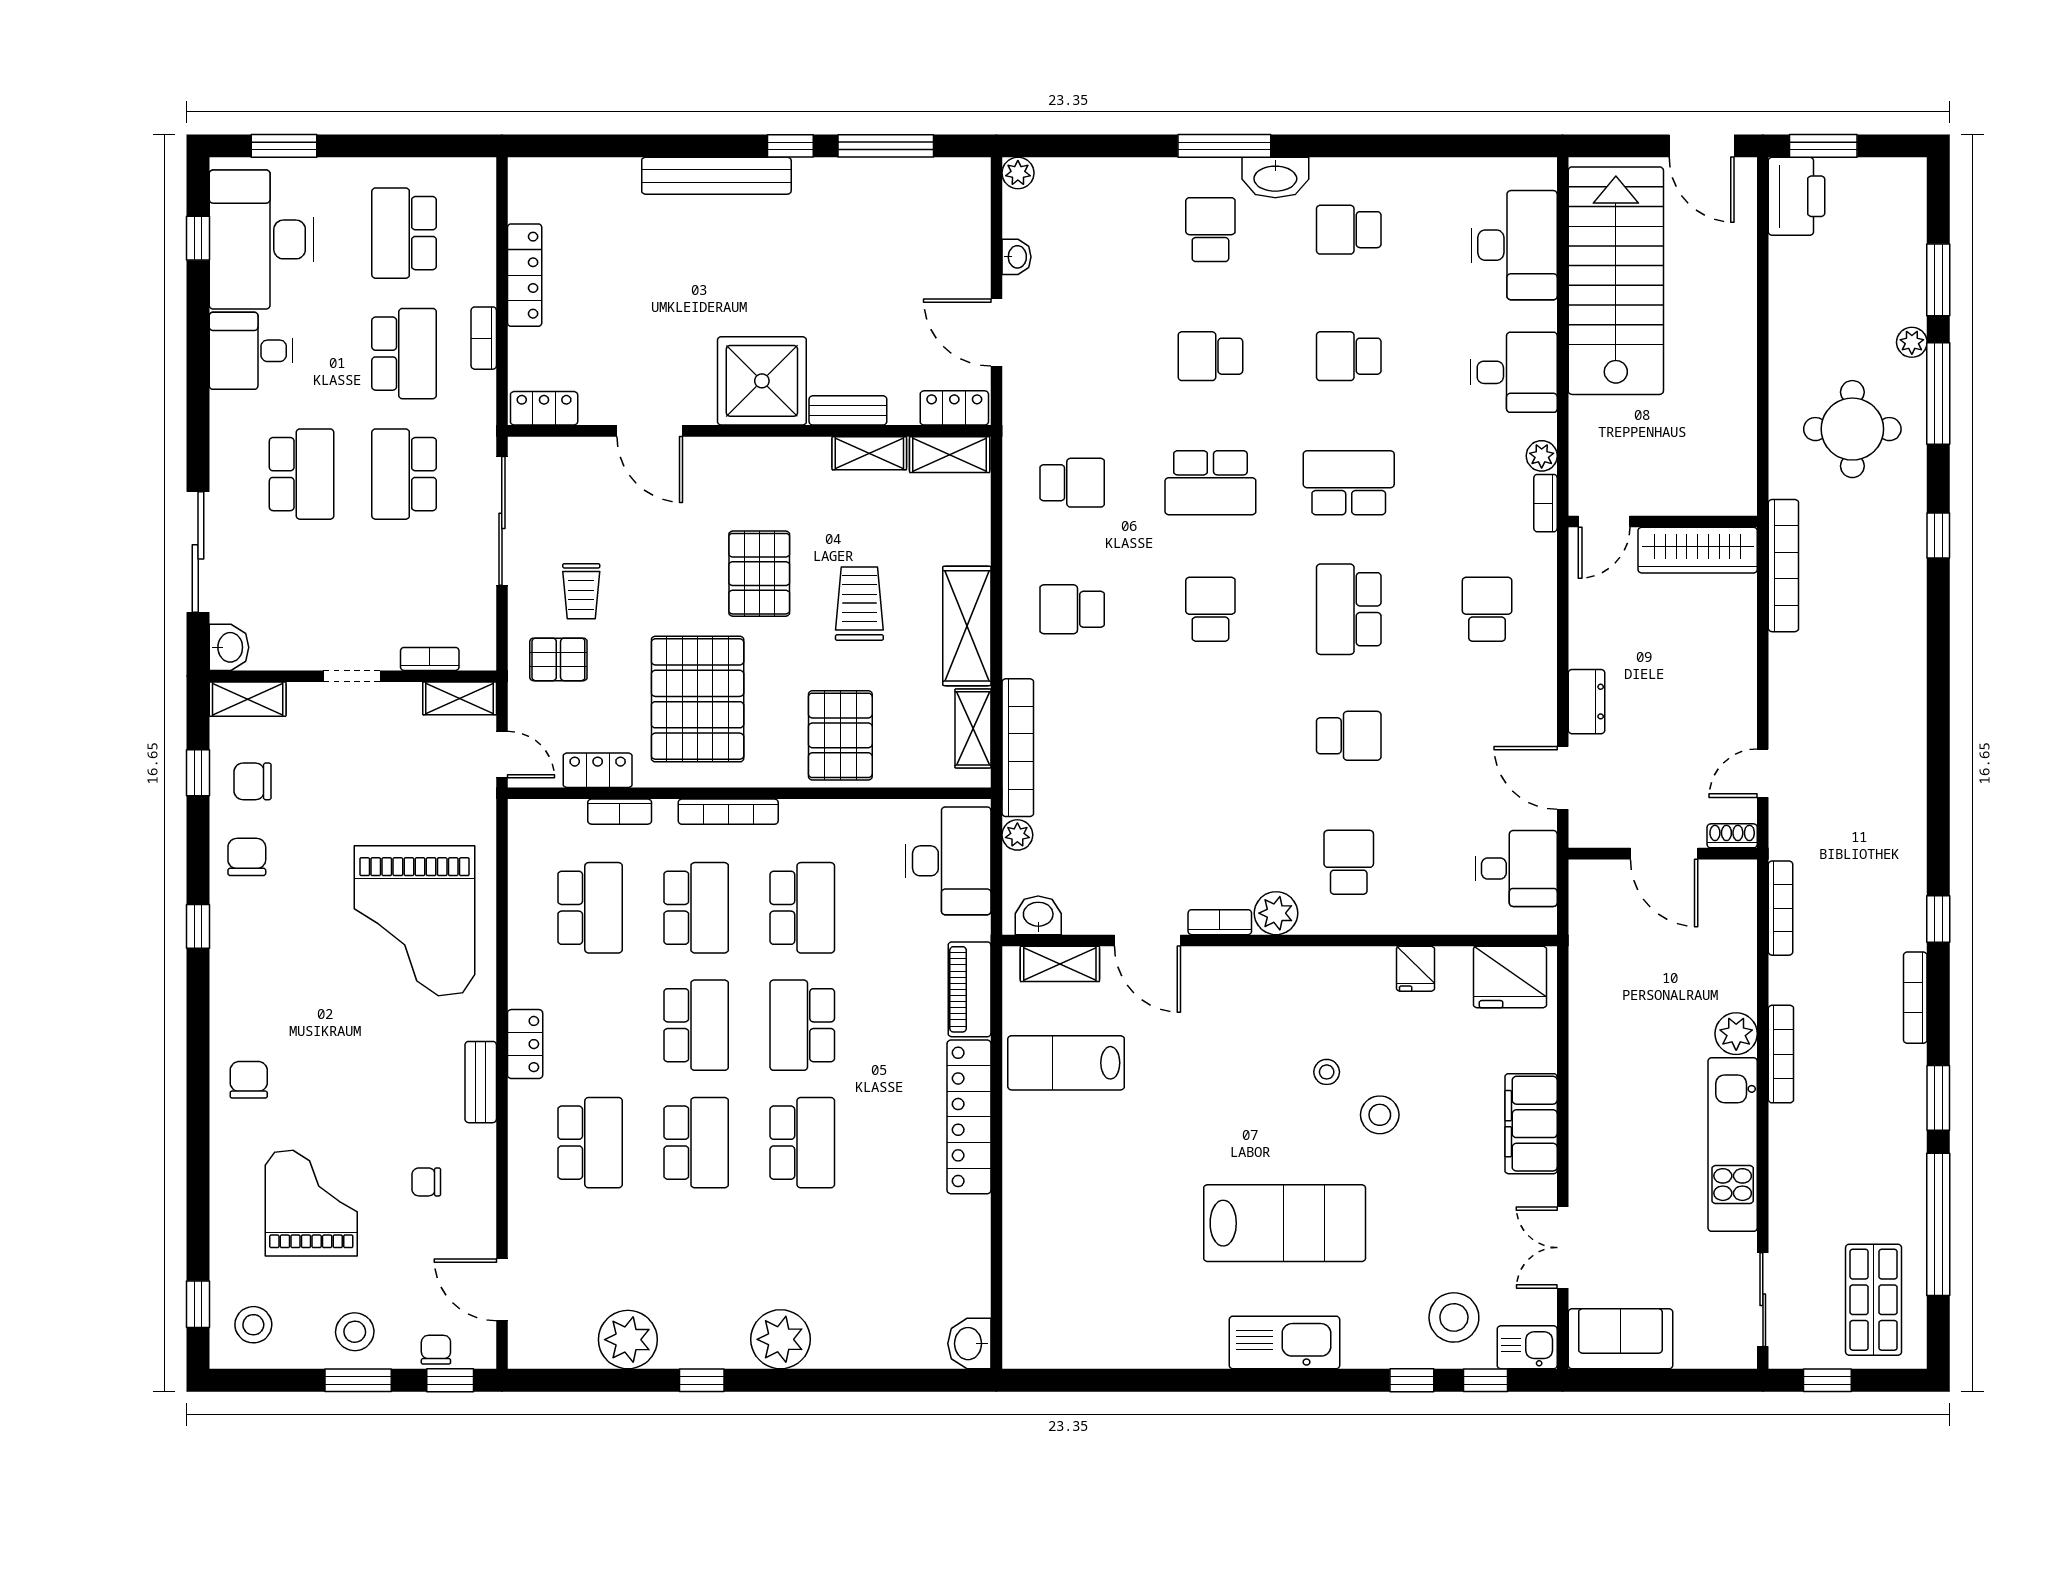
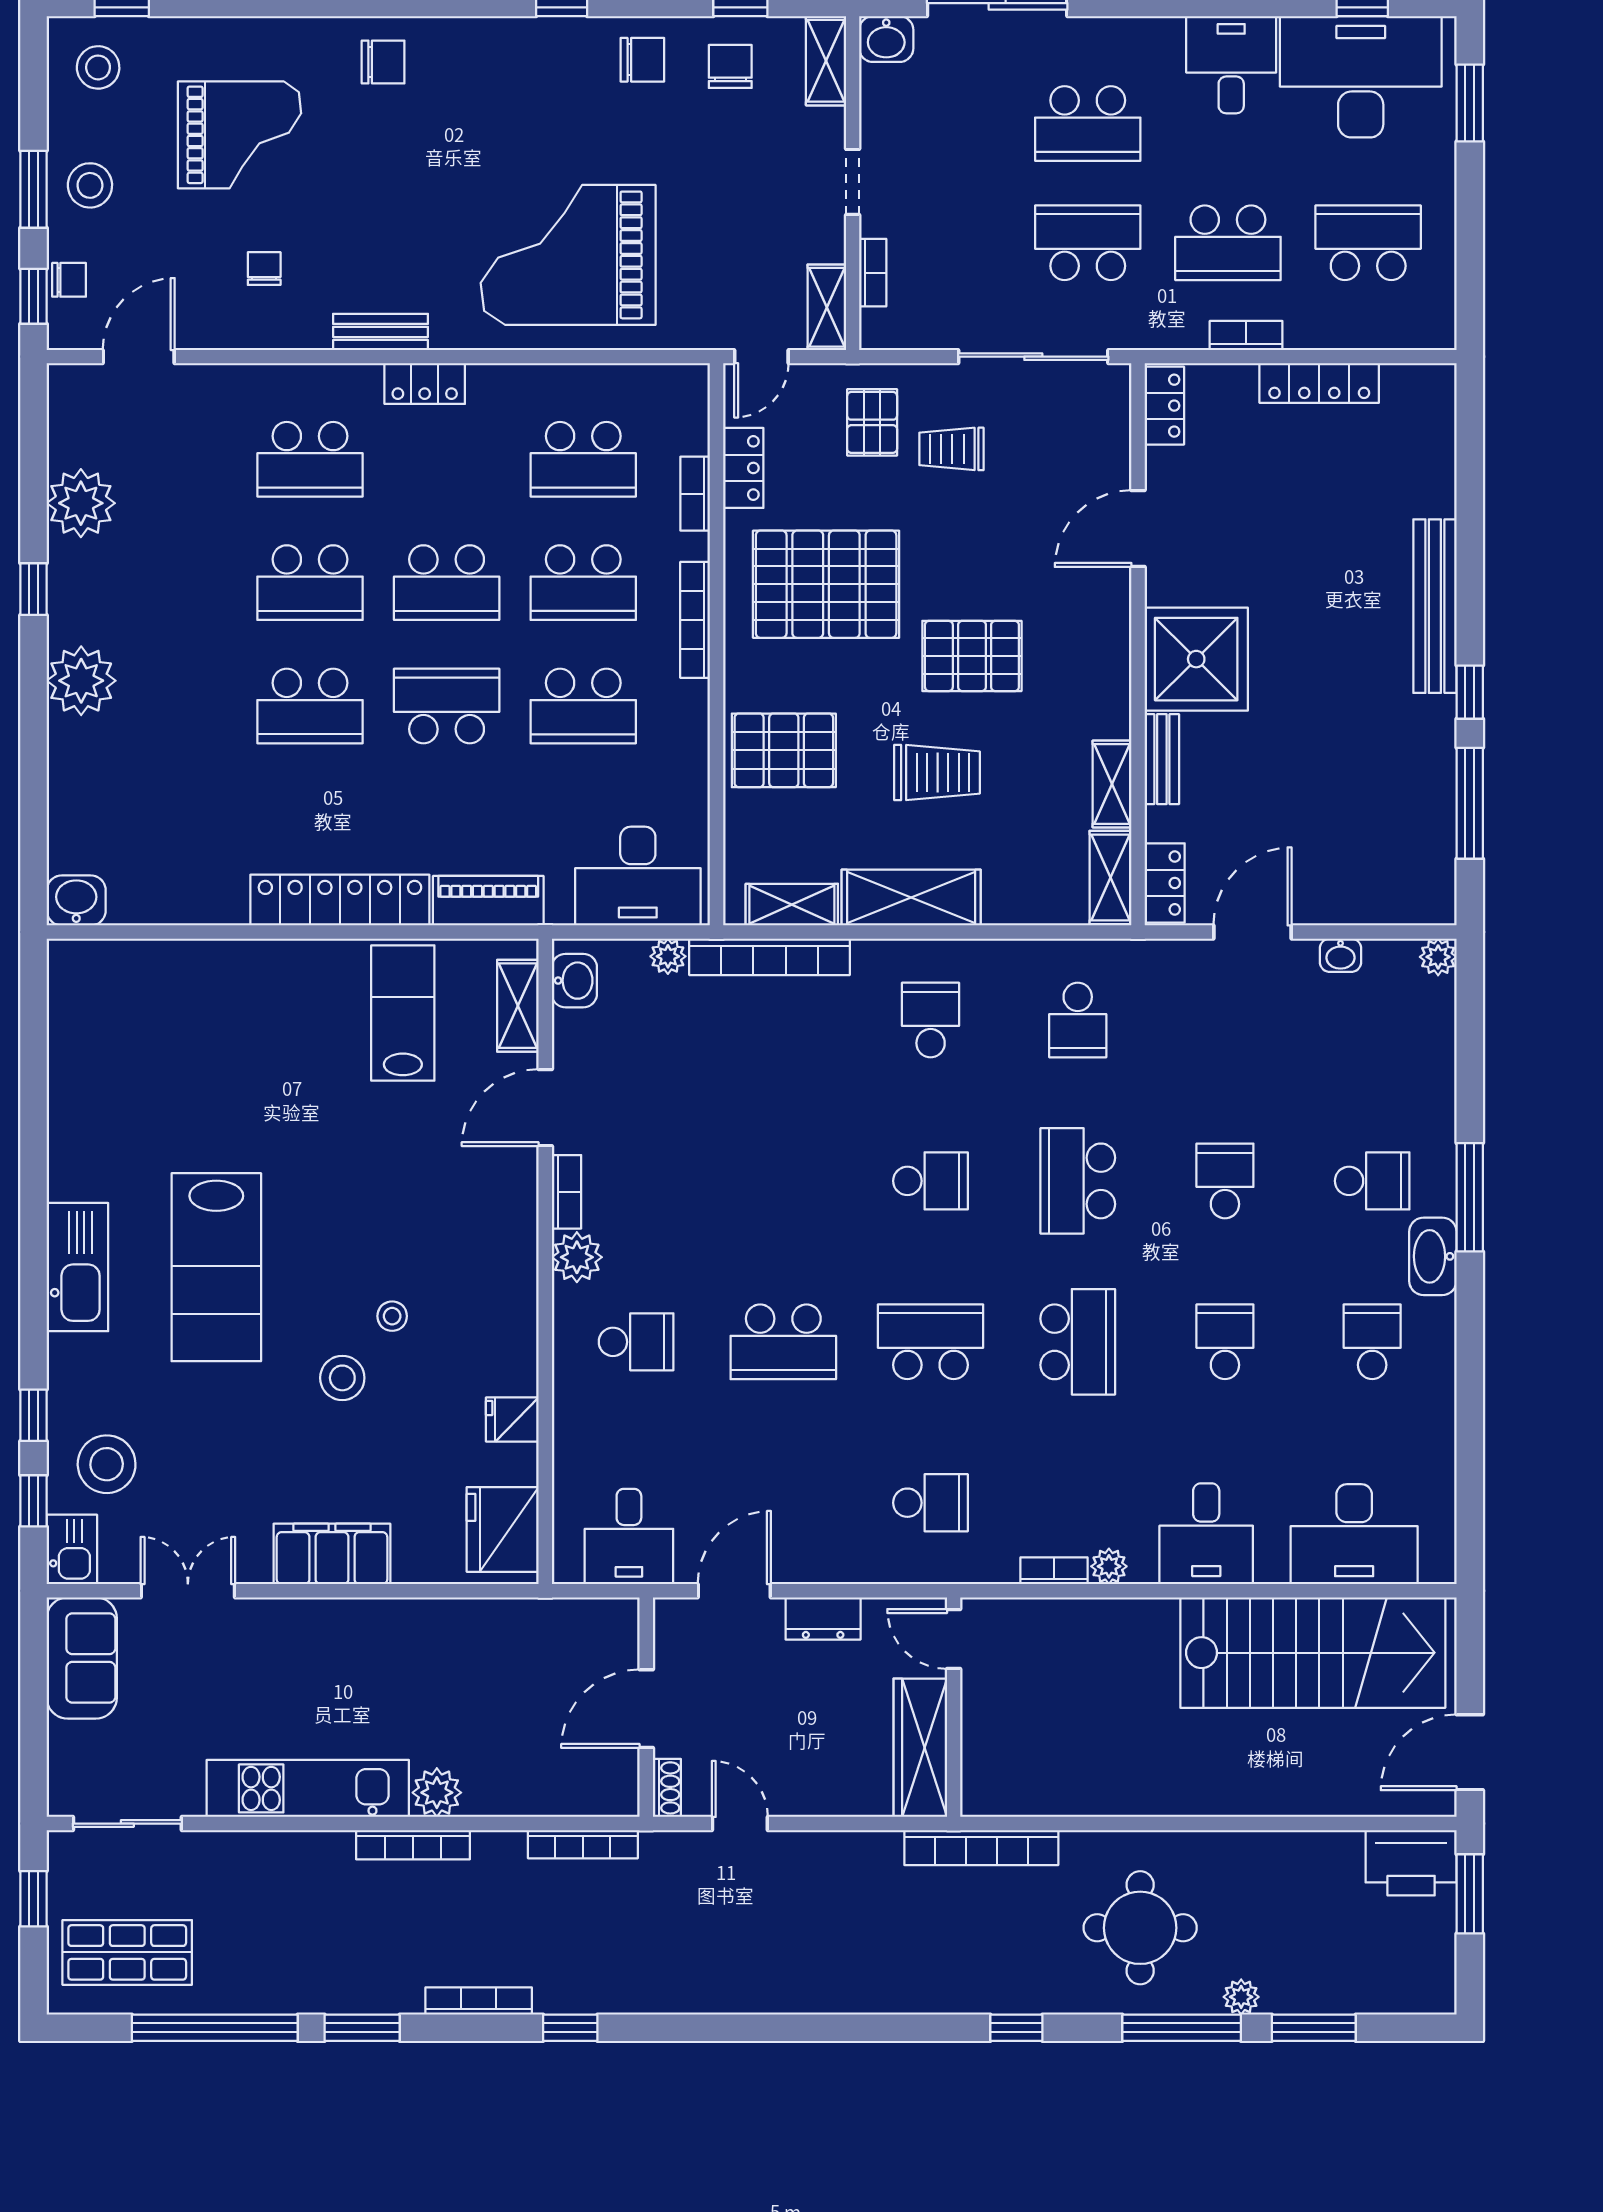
door: (1604, 521) -> (954, 1639), moved
wall: (1663, 521) -> (954, 1707), moved
wardrobe: (1698, 550) -> (920, 1748), moved
school desk: (1349, 736) -> (783, 1342), width x1.85

